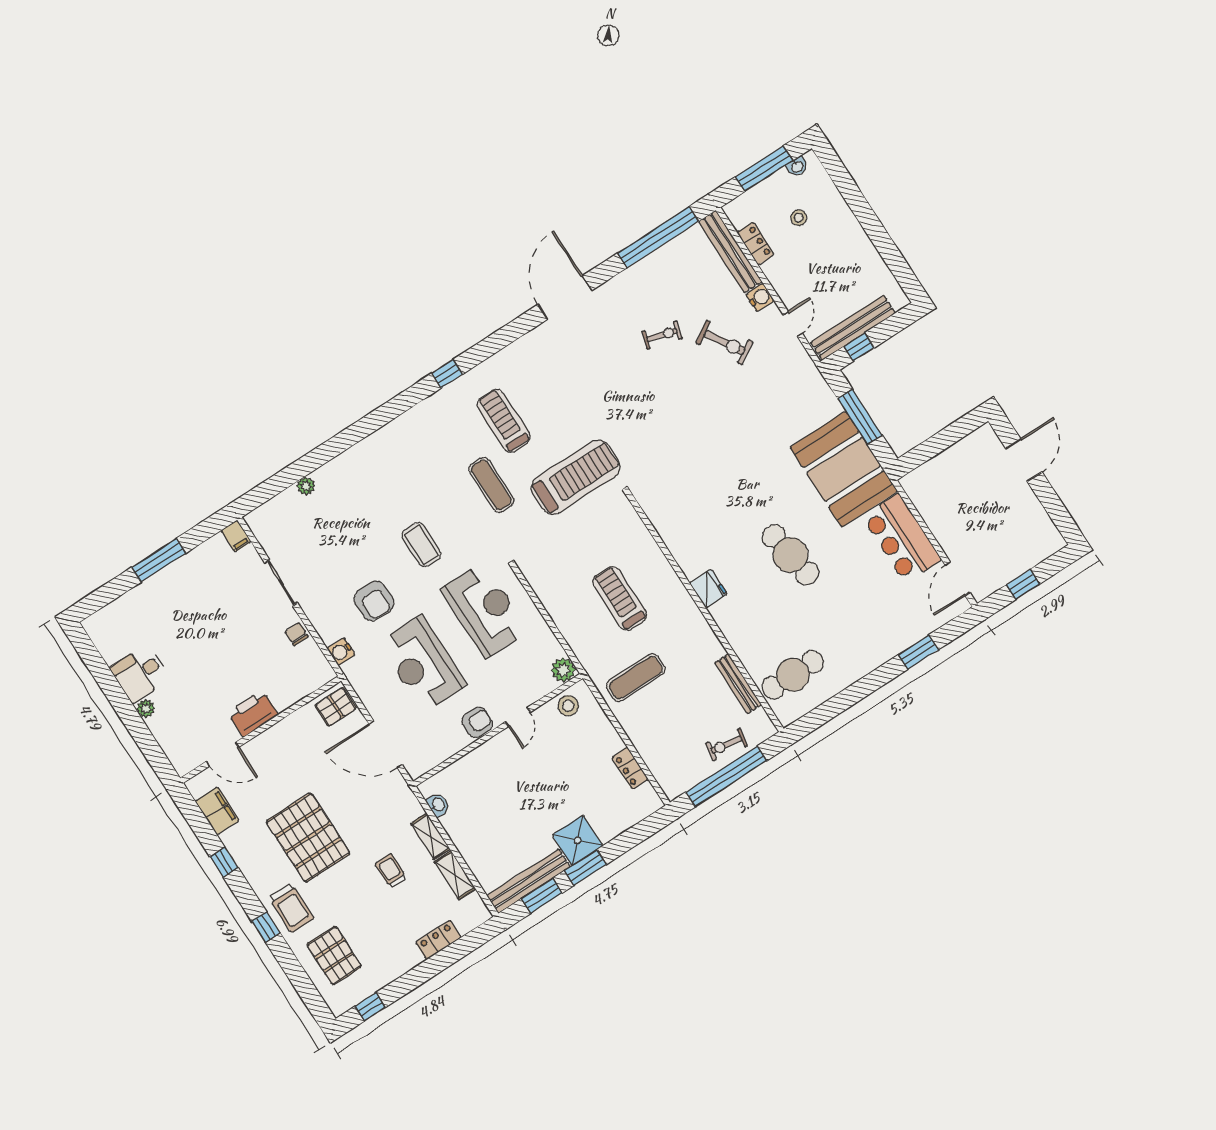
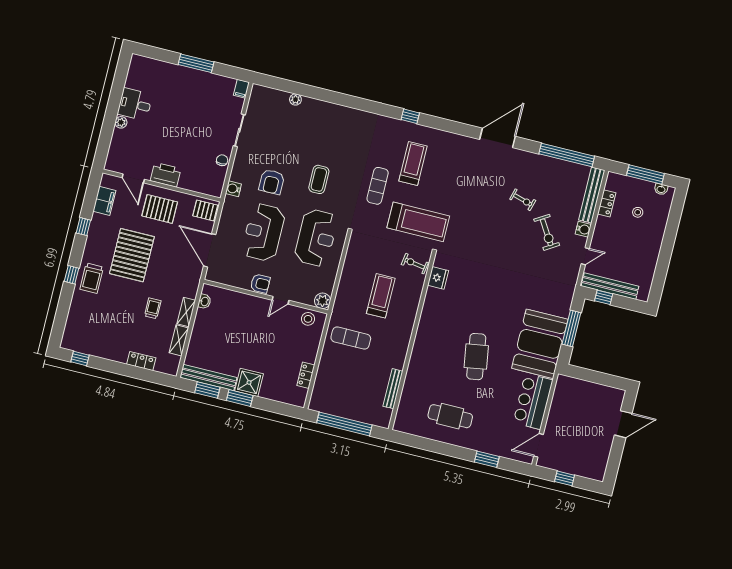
fridge: (708, 589) -> (438, 278), moved
cafe table: (793, 675) -> (450, 416), moved
exercise bike: (726, 745) -> (415, 264), moved
pallet: (334, 956) -> (160, 209), moved, turned 90

